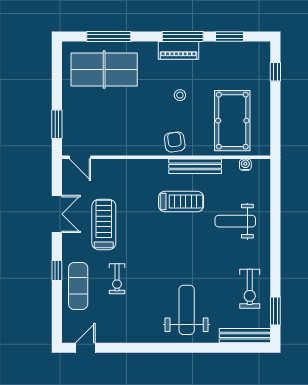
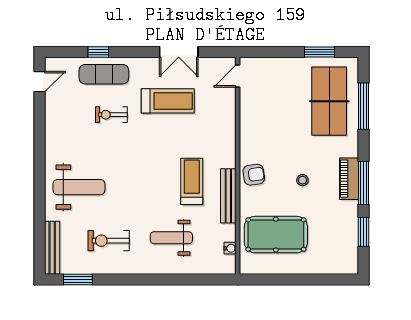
window: (275, 72) -> (327, 279), removed
window: (57, 124) -> (319, 52), moved
treadmill: (181, 201) -> (192, 181), turned 180
weight bench: (235, 221) -> (171, 238), turned -90
window: (57, 270) -> (98, 52), moved
exercise bike: (250, 289) -> (109, 241), moved
door: (85, 348) -> (40, 82), hinge flipped

